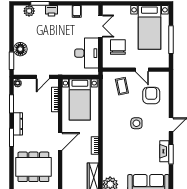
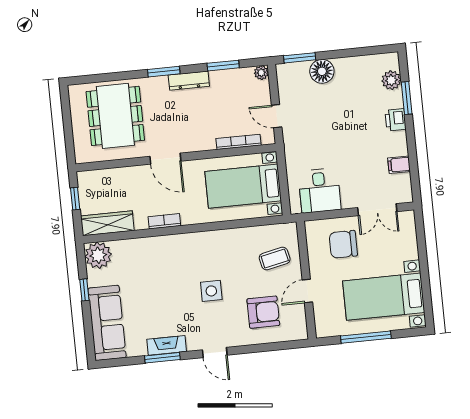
chair: (118, 47) -> (343, 244), turned 180
desk: (87, 53) -> (320, 191), width x0.73

